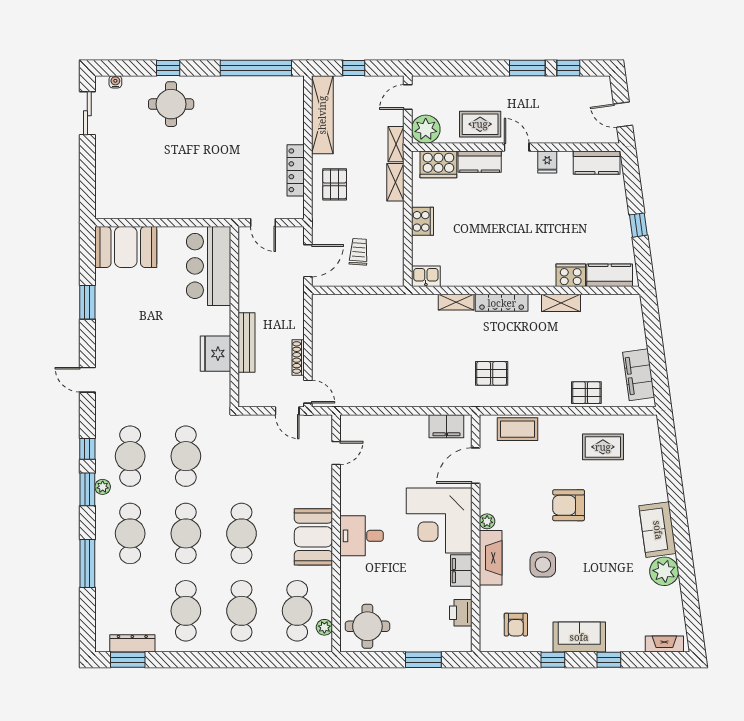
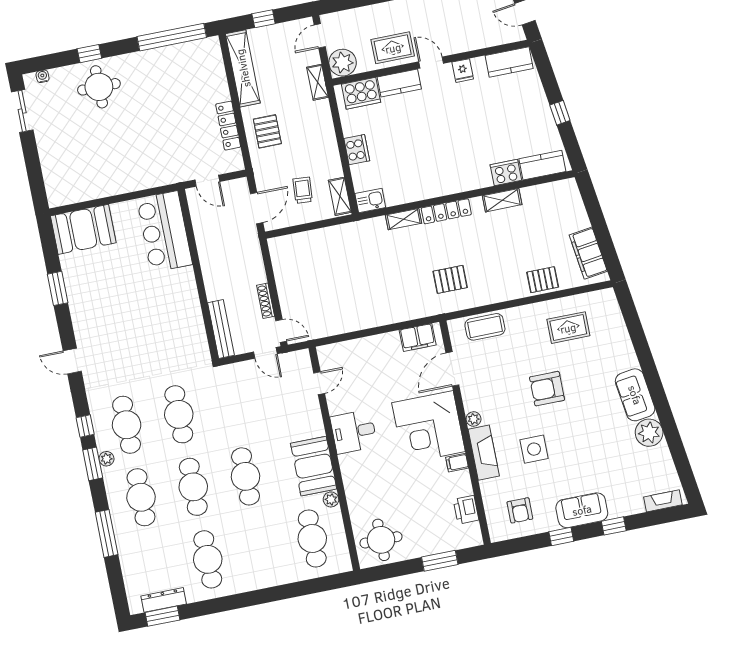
shelving: (395, 182) -> (340, 196), moved
bench: (247, 343) -> (221, 329), moved
fridge: (216, 354) -> (187, 313), removed
desk: (362, 536) -> (354, 432), moved
filing cabinet: (461, 571) -> (457, 463), width x0.50
cafe table: (241, 611) -> (260, 549), removed
plant: (324, 627) -> (331, 499), moved

